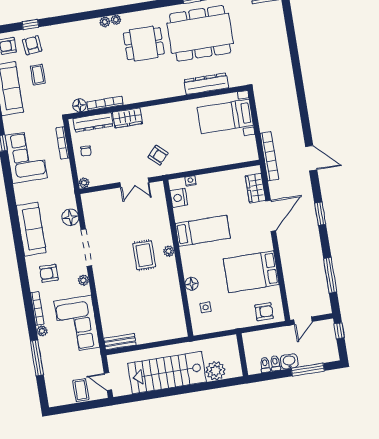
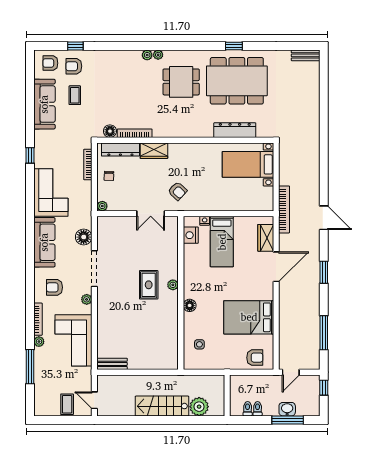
armchair: (32, 45) -> (74, 66), turned -84
corner sofa: (26, 157) -> (51, 192), moved
bed: (203, 231) -> (222, 242), moved, turned 90
floor lamp: (192, 284) -> (190, 305), moved
washbasin: (289, 361) -> (287, 409), moved
stairs: (167, 373) -> (162, 406), width x0.73, depth x0.66

